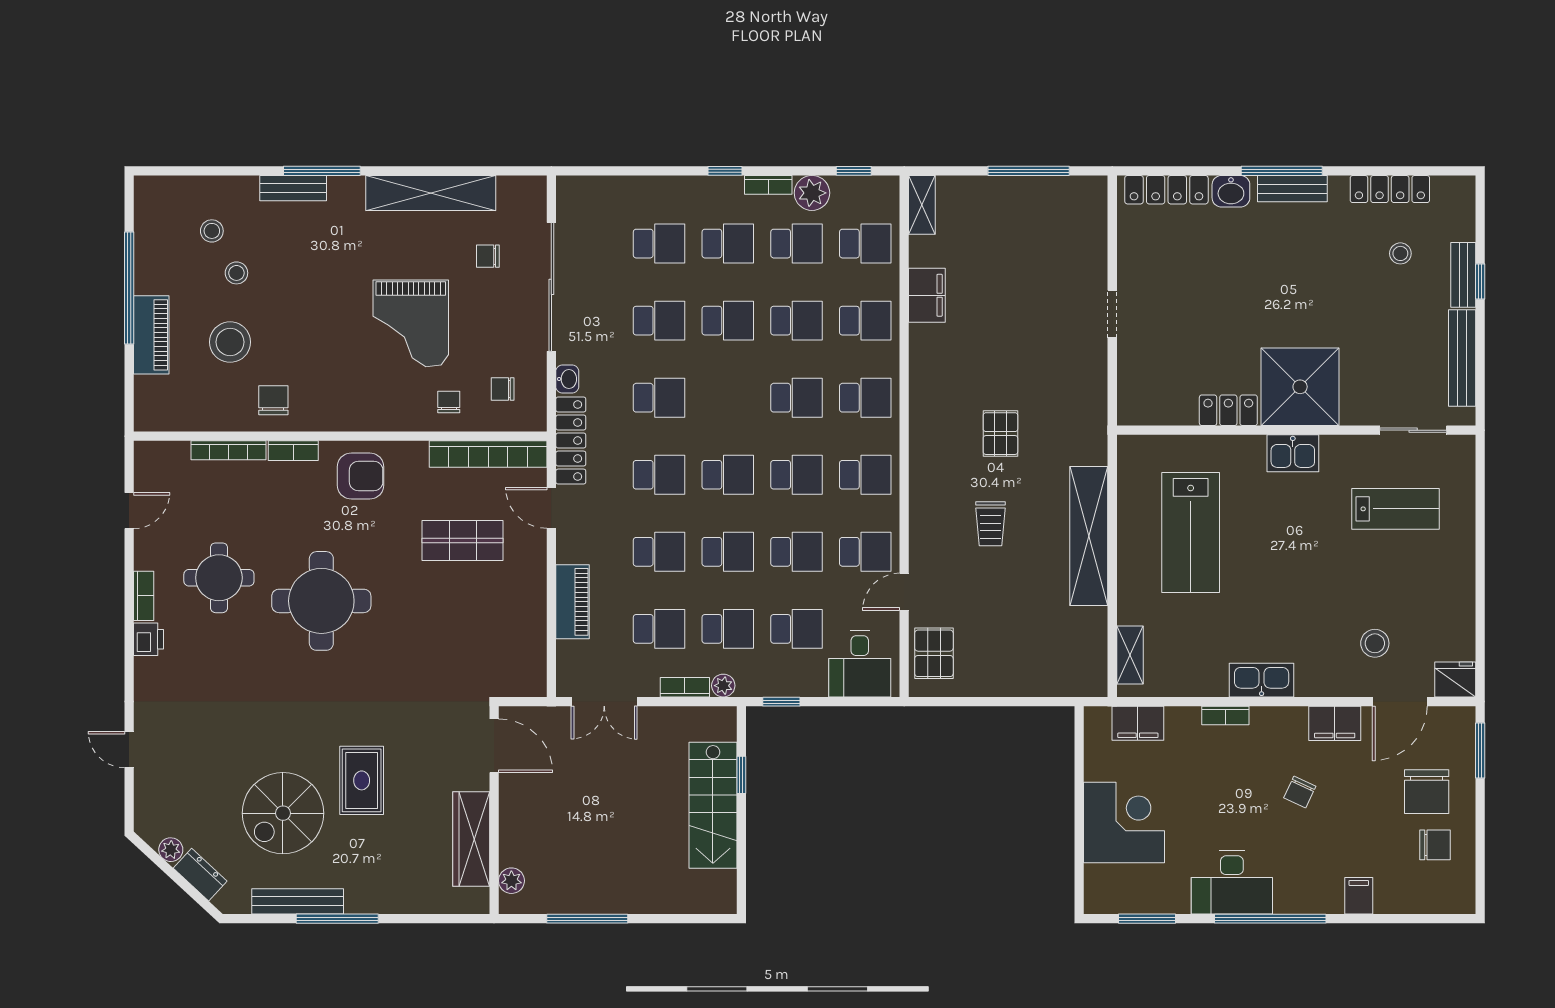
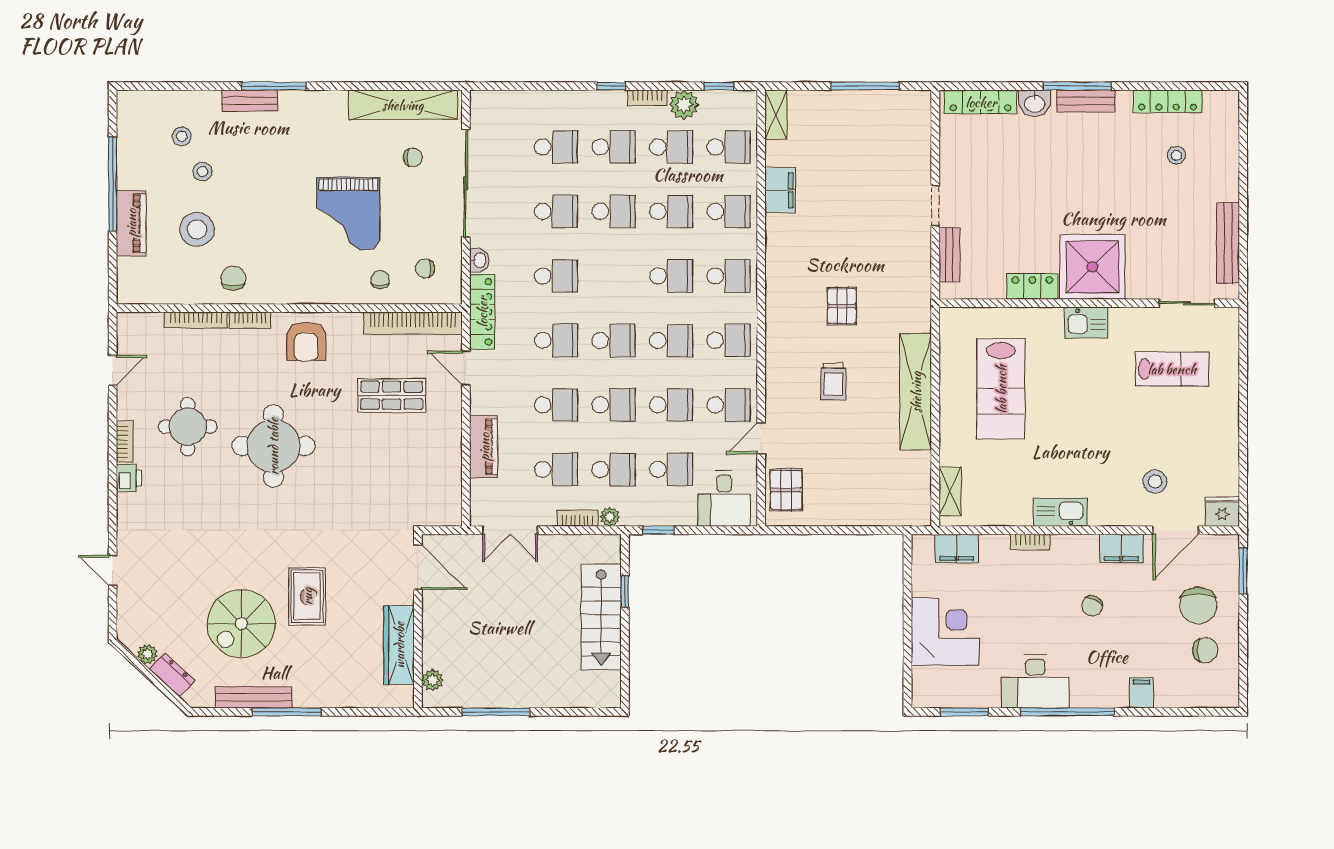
shelving: (431, 193) -> (403, 105), moved
chair: (488, 256) -> (413, 157), turned 180
bench: (1463, 275) -> (949, 255), moved
window: (1480, 282) -> (1243, 179), removed
armchair: (361, 476) -> (306, 341), turned 90

